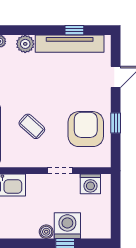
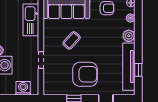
armchair: (86, 129) -> (85, 74), moved
washing machine: (90, 184) -> (23, 88), moved, turned 90

